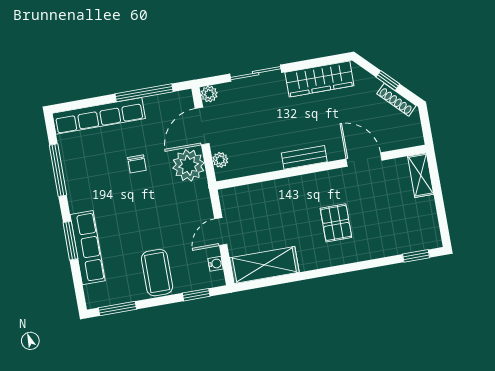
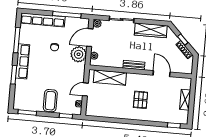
shelving: (421, 175) -> (185, 100), moved
row of seats: (88, 248) -> (23, 61), moved
shelving: (264, 265) -> (110, 78), moved

